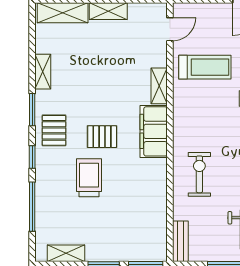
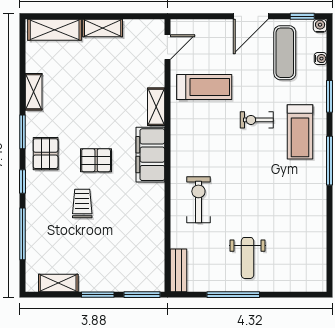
trolley: (89, 178) -> (82, 203), width x0.73, depth x0.72

